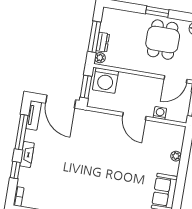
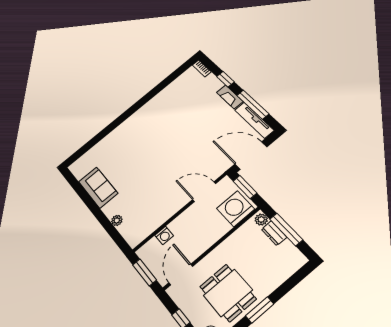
tv unit: (34, 115) -> (254, 120), width x1.41
door: (134, 116) -> (204, 192), moved

